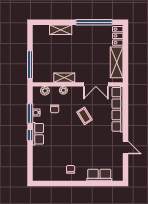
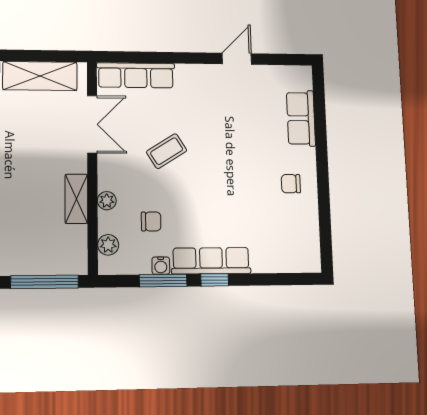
row of seats: (117, 109) -> (136, 75), width x0.73
row of seats: (38, 134) -> (211, 261), width x1.48

